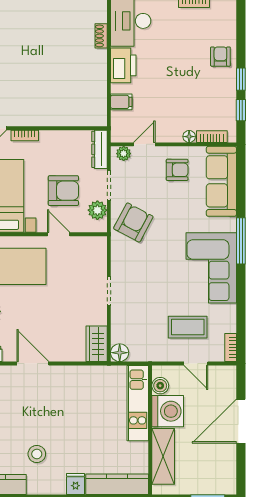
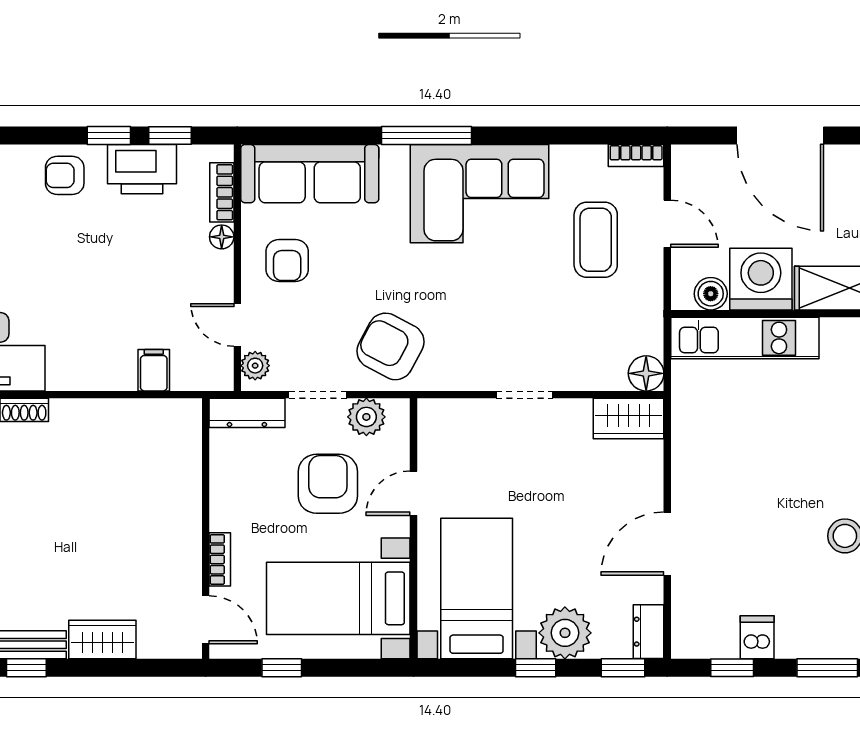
printer: (123, 65) -> (142, 169), moved, turned 180
armchair: (177, 170) -> (287, 261), turned 180
door: (196, 364) -> (667, 224), hinge flipped

